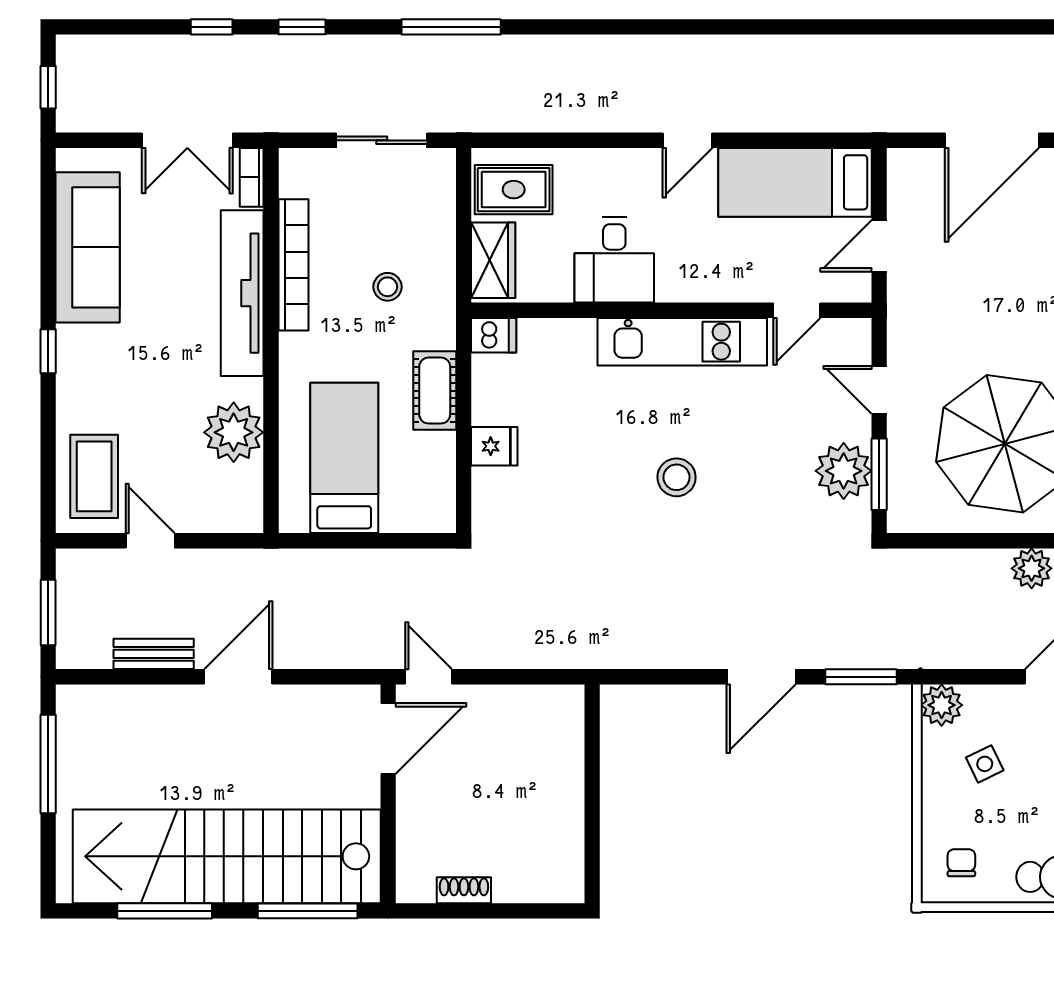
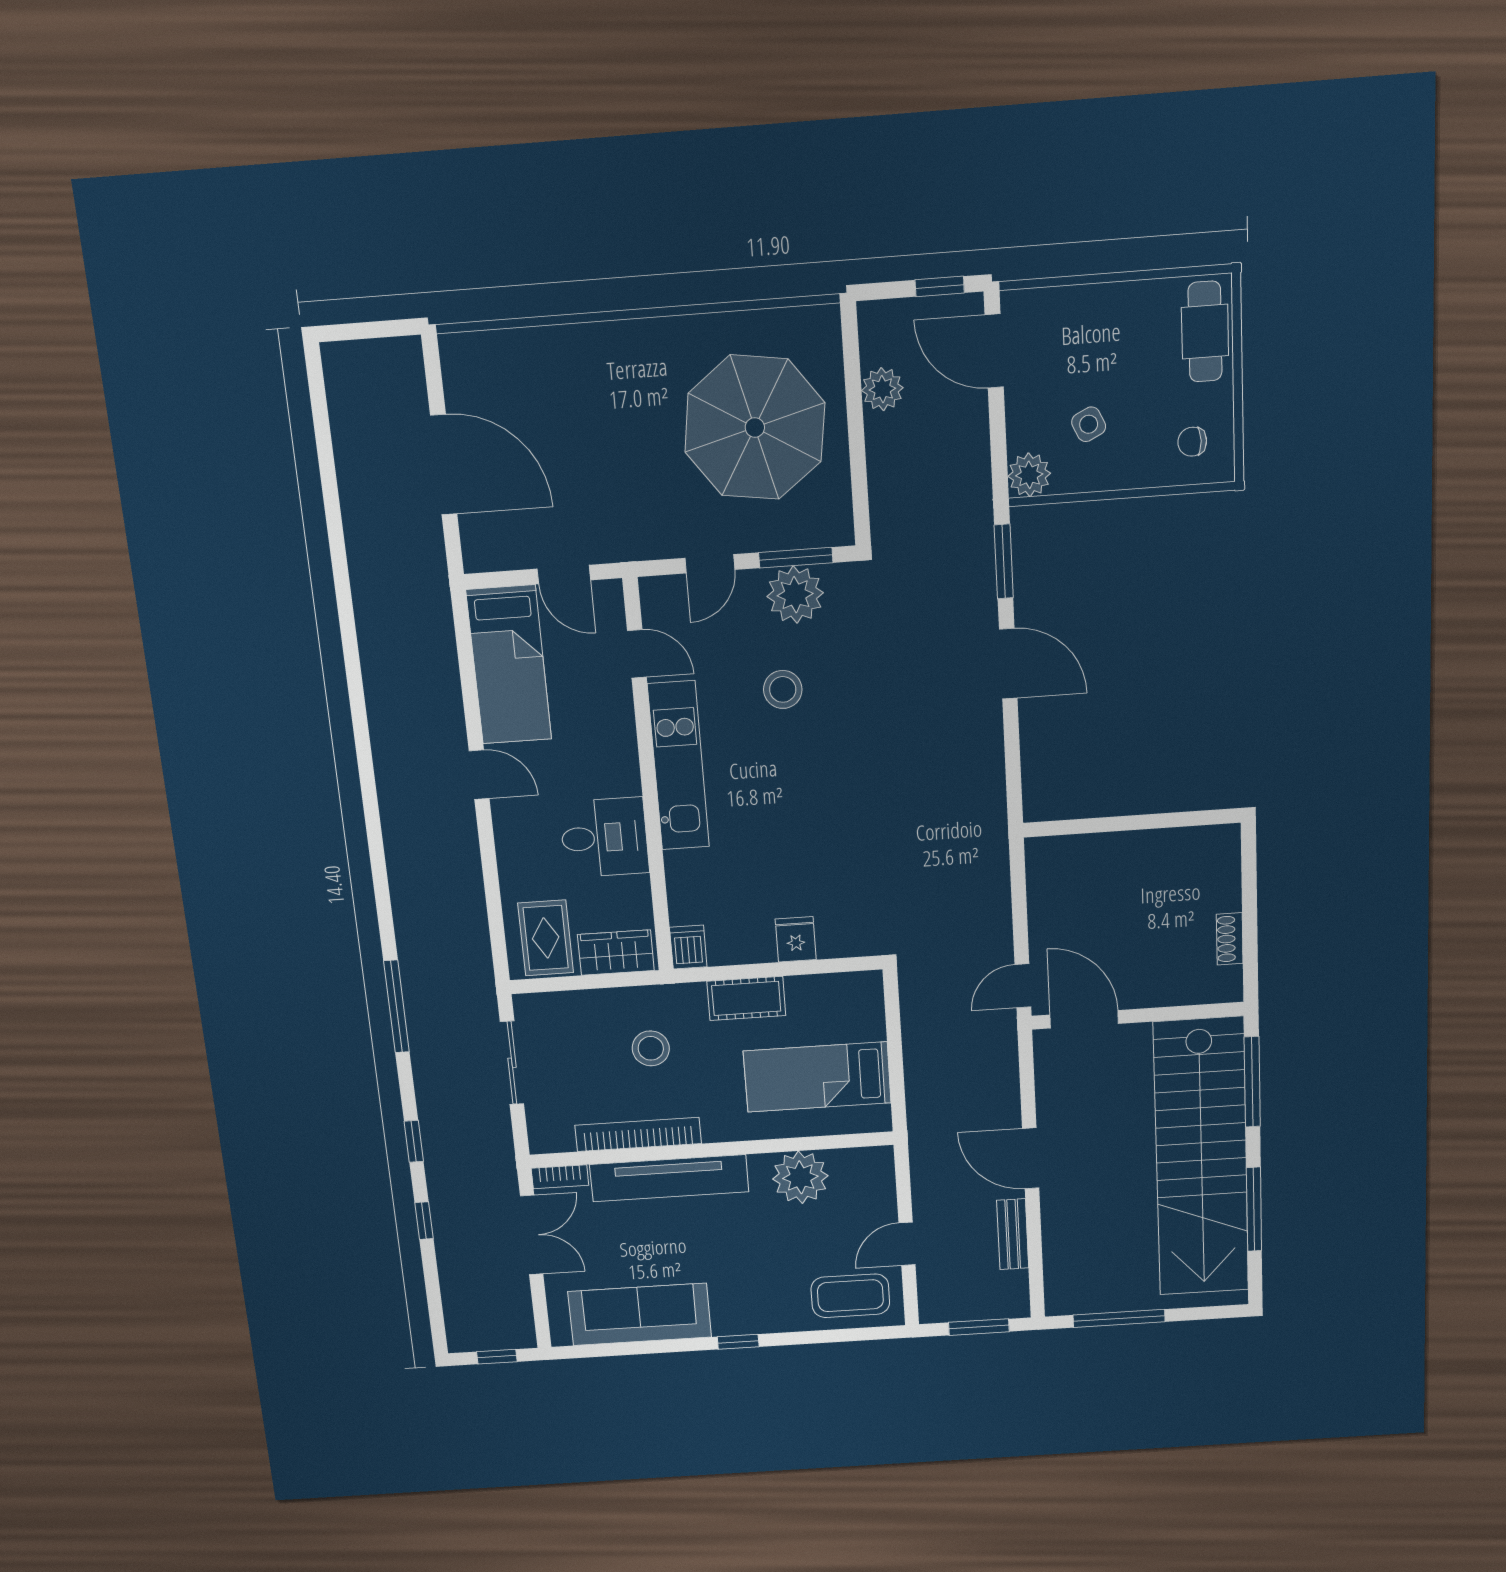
stool: (388, 287) -> (651, 1048), width x1.37, depth x1.37
stool: (677, 477) -> (783, 689), moved

